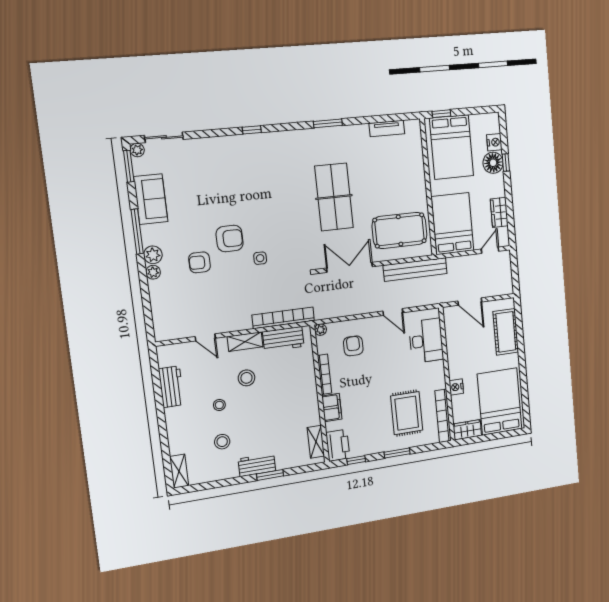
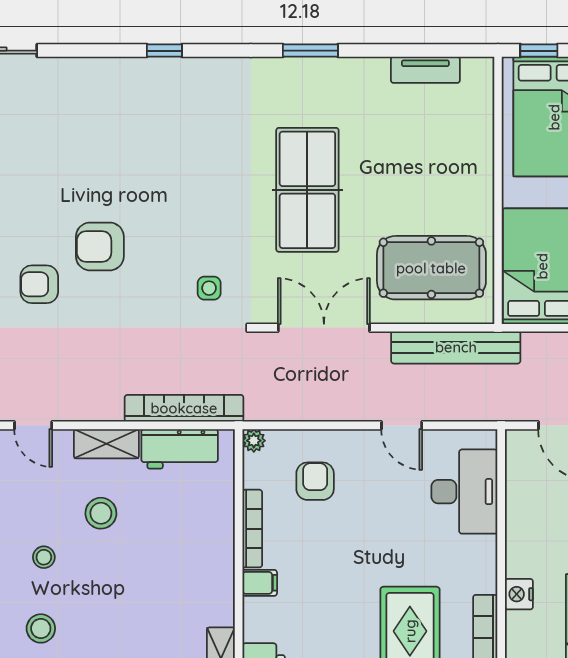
armchair: (230, 239) -> (100, 246), turned 180
side table: (260, 258) -> (209, 288), moved
filing cabinet: (332, 407) -> (260, 583), width x0.50

